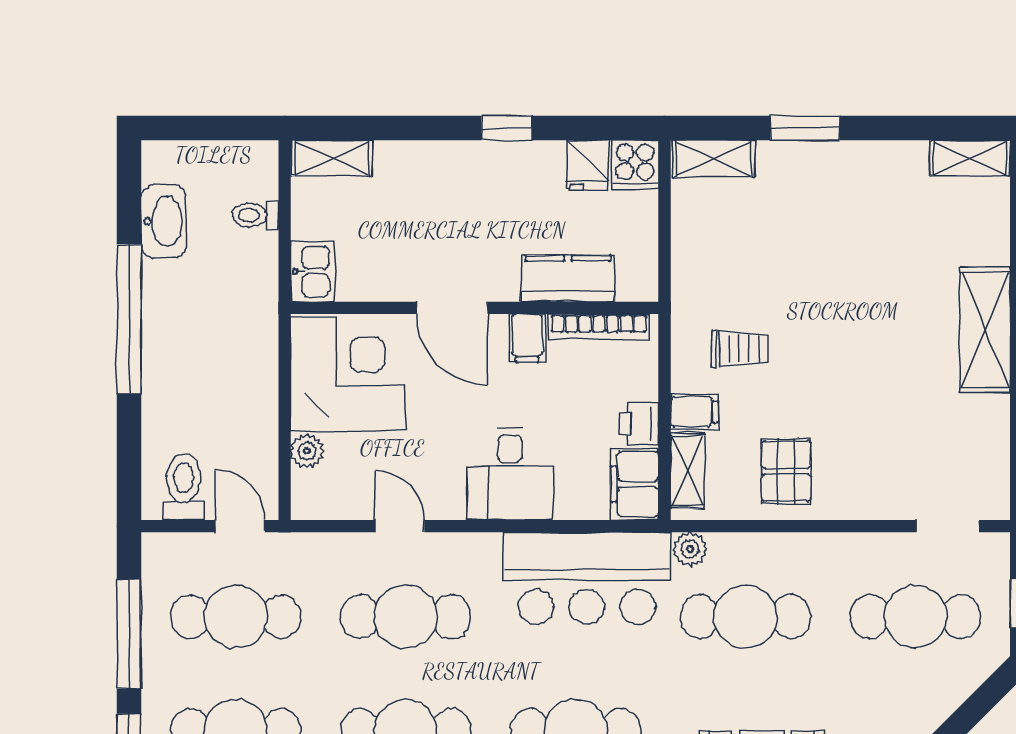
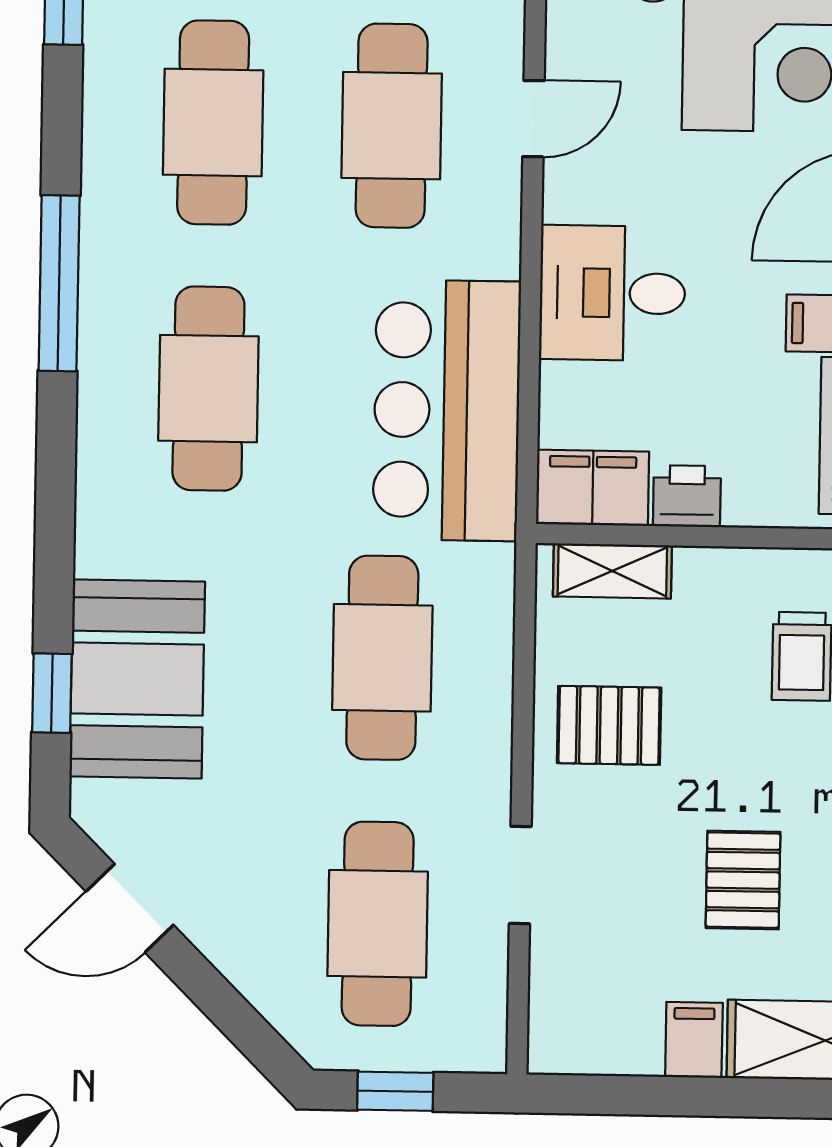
pallet: (883, 384) -> (743, 880), added
filing cabinet: (695, 412) -> (694, 1040), moved, turned 180
doorway: (948, 526) -> (520, 875), moved
plant: (690, 549) -> (489, 573), removed

